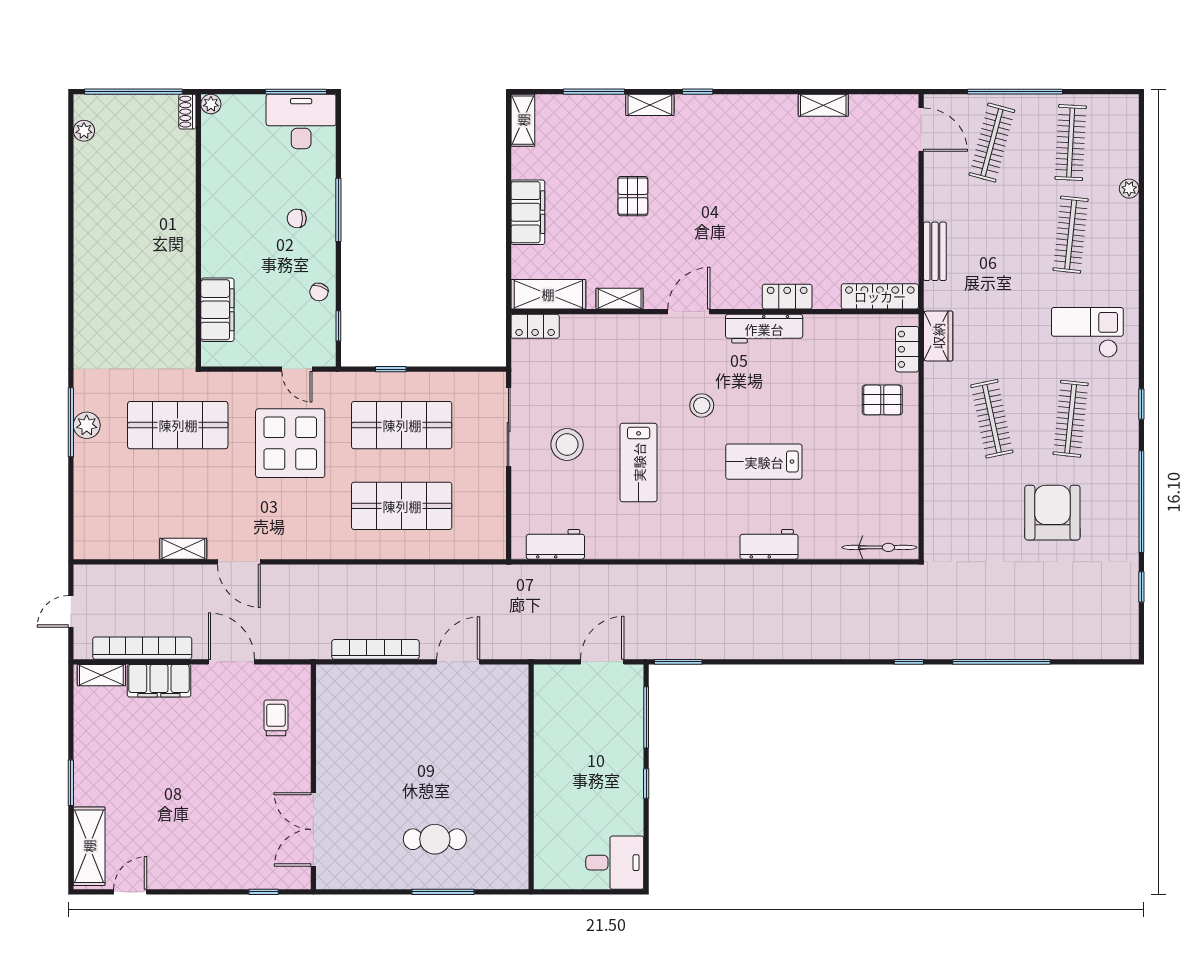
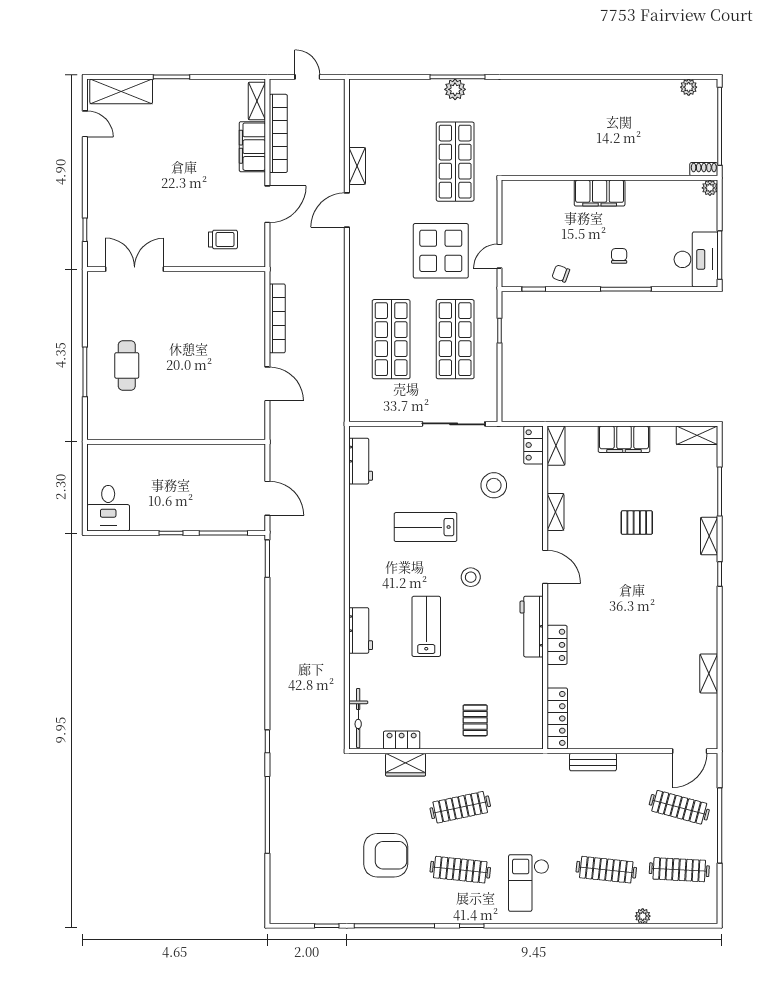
shelving: (548, 294) -> (556, 446), width x0.67, depth x0.75
filing cabinet: (217, 310) -> (600, 193), moved
checkout: (1087, 332) -> (529, 883), turned 180
wardrobe: (938, 336) -> (406, 765), moved
locker: (907, 349) -> (402, 740), moved
stool: (567, 445) -> (494, 485), moved

